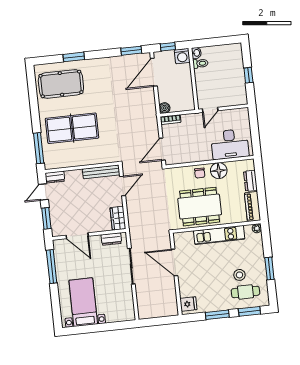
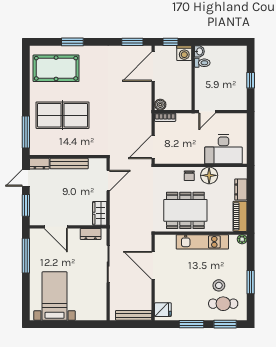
bench: (101, 172) -> (69, 164), moved
bench: (161, 312) -> (134, 315), added

